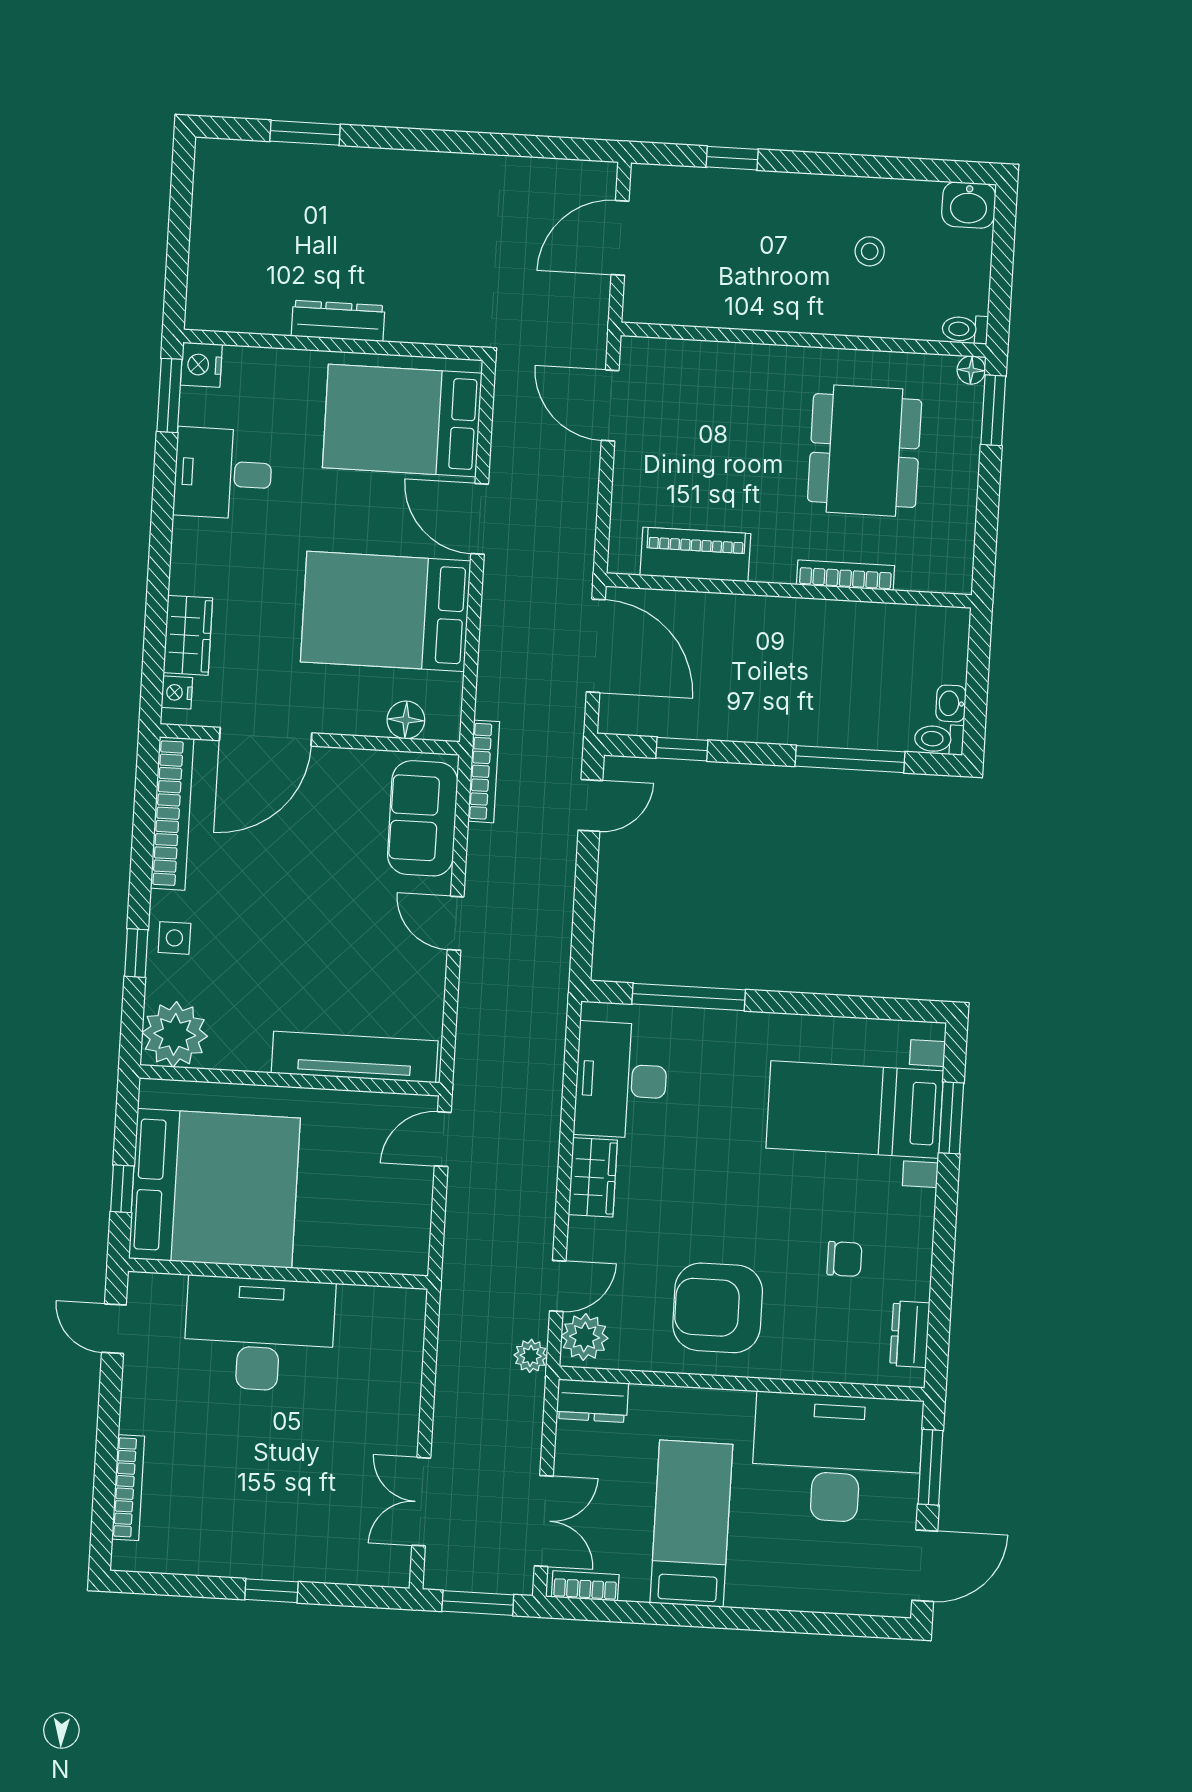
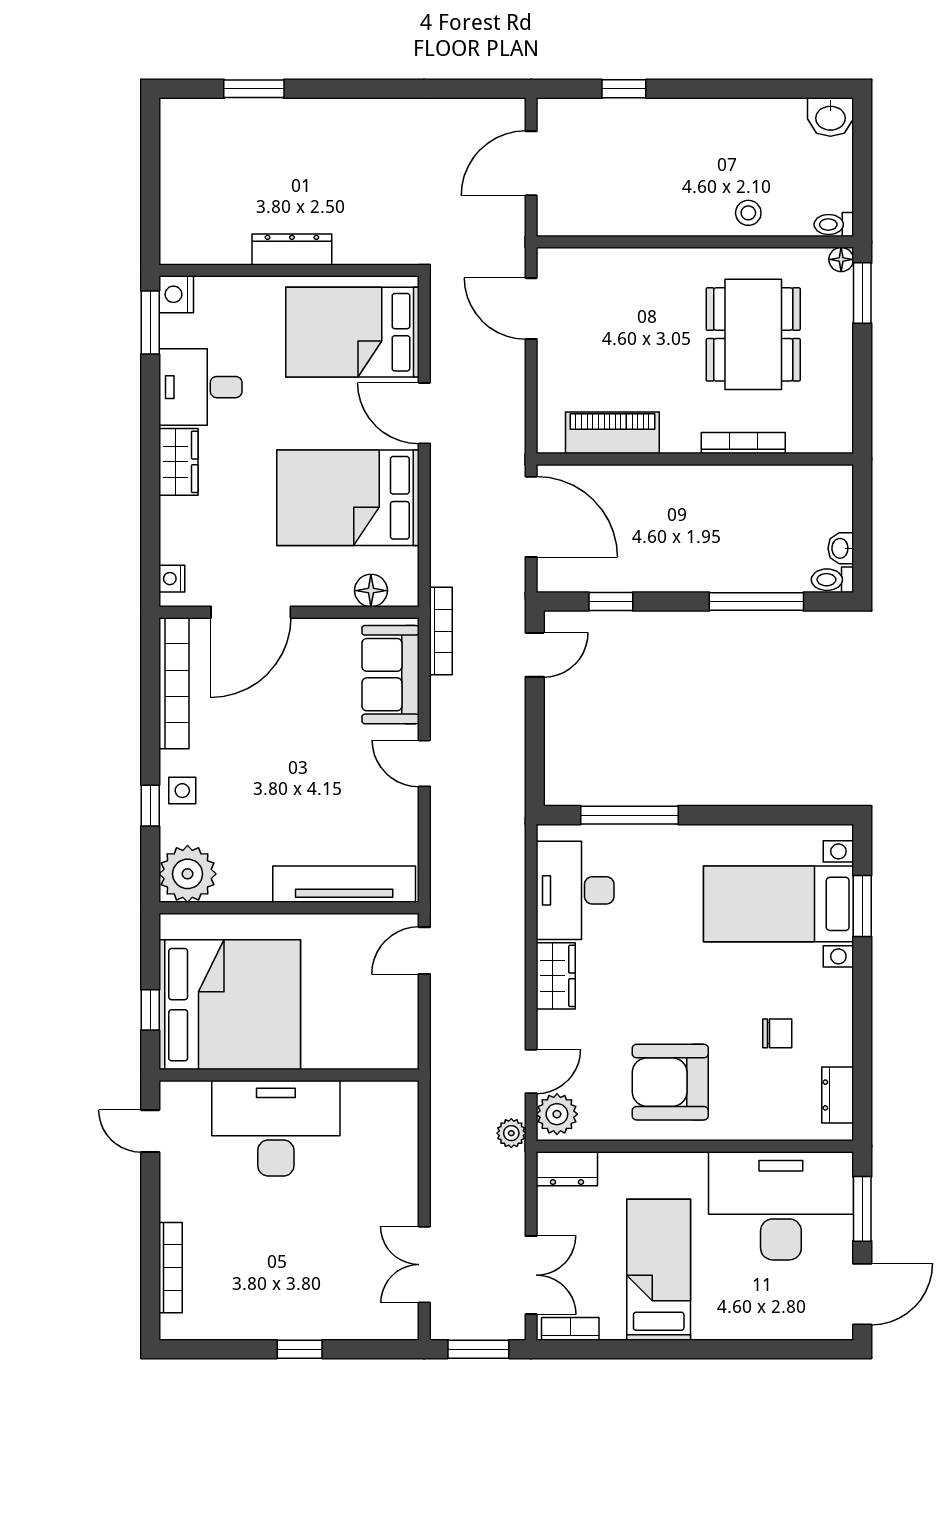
stool: (870, 251) -> (748, 213), moved
wardrobe: (188, 635) -> (179, 462), moved

